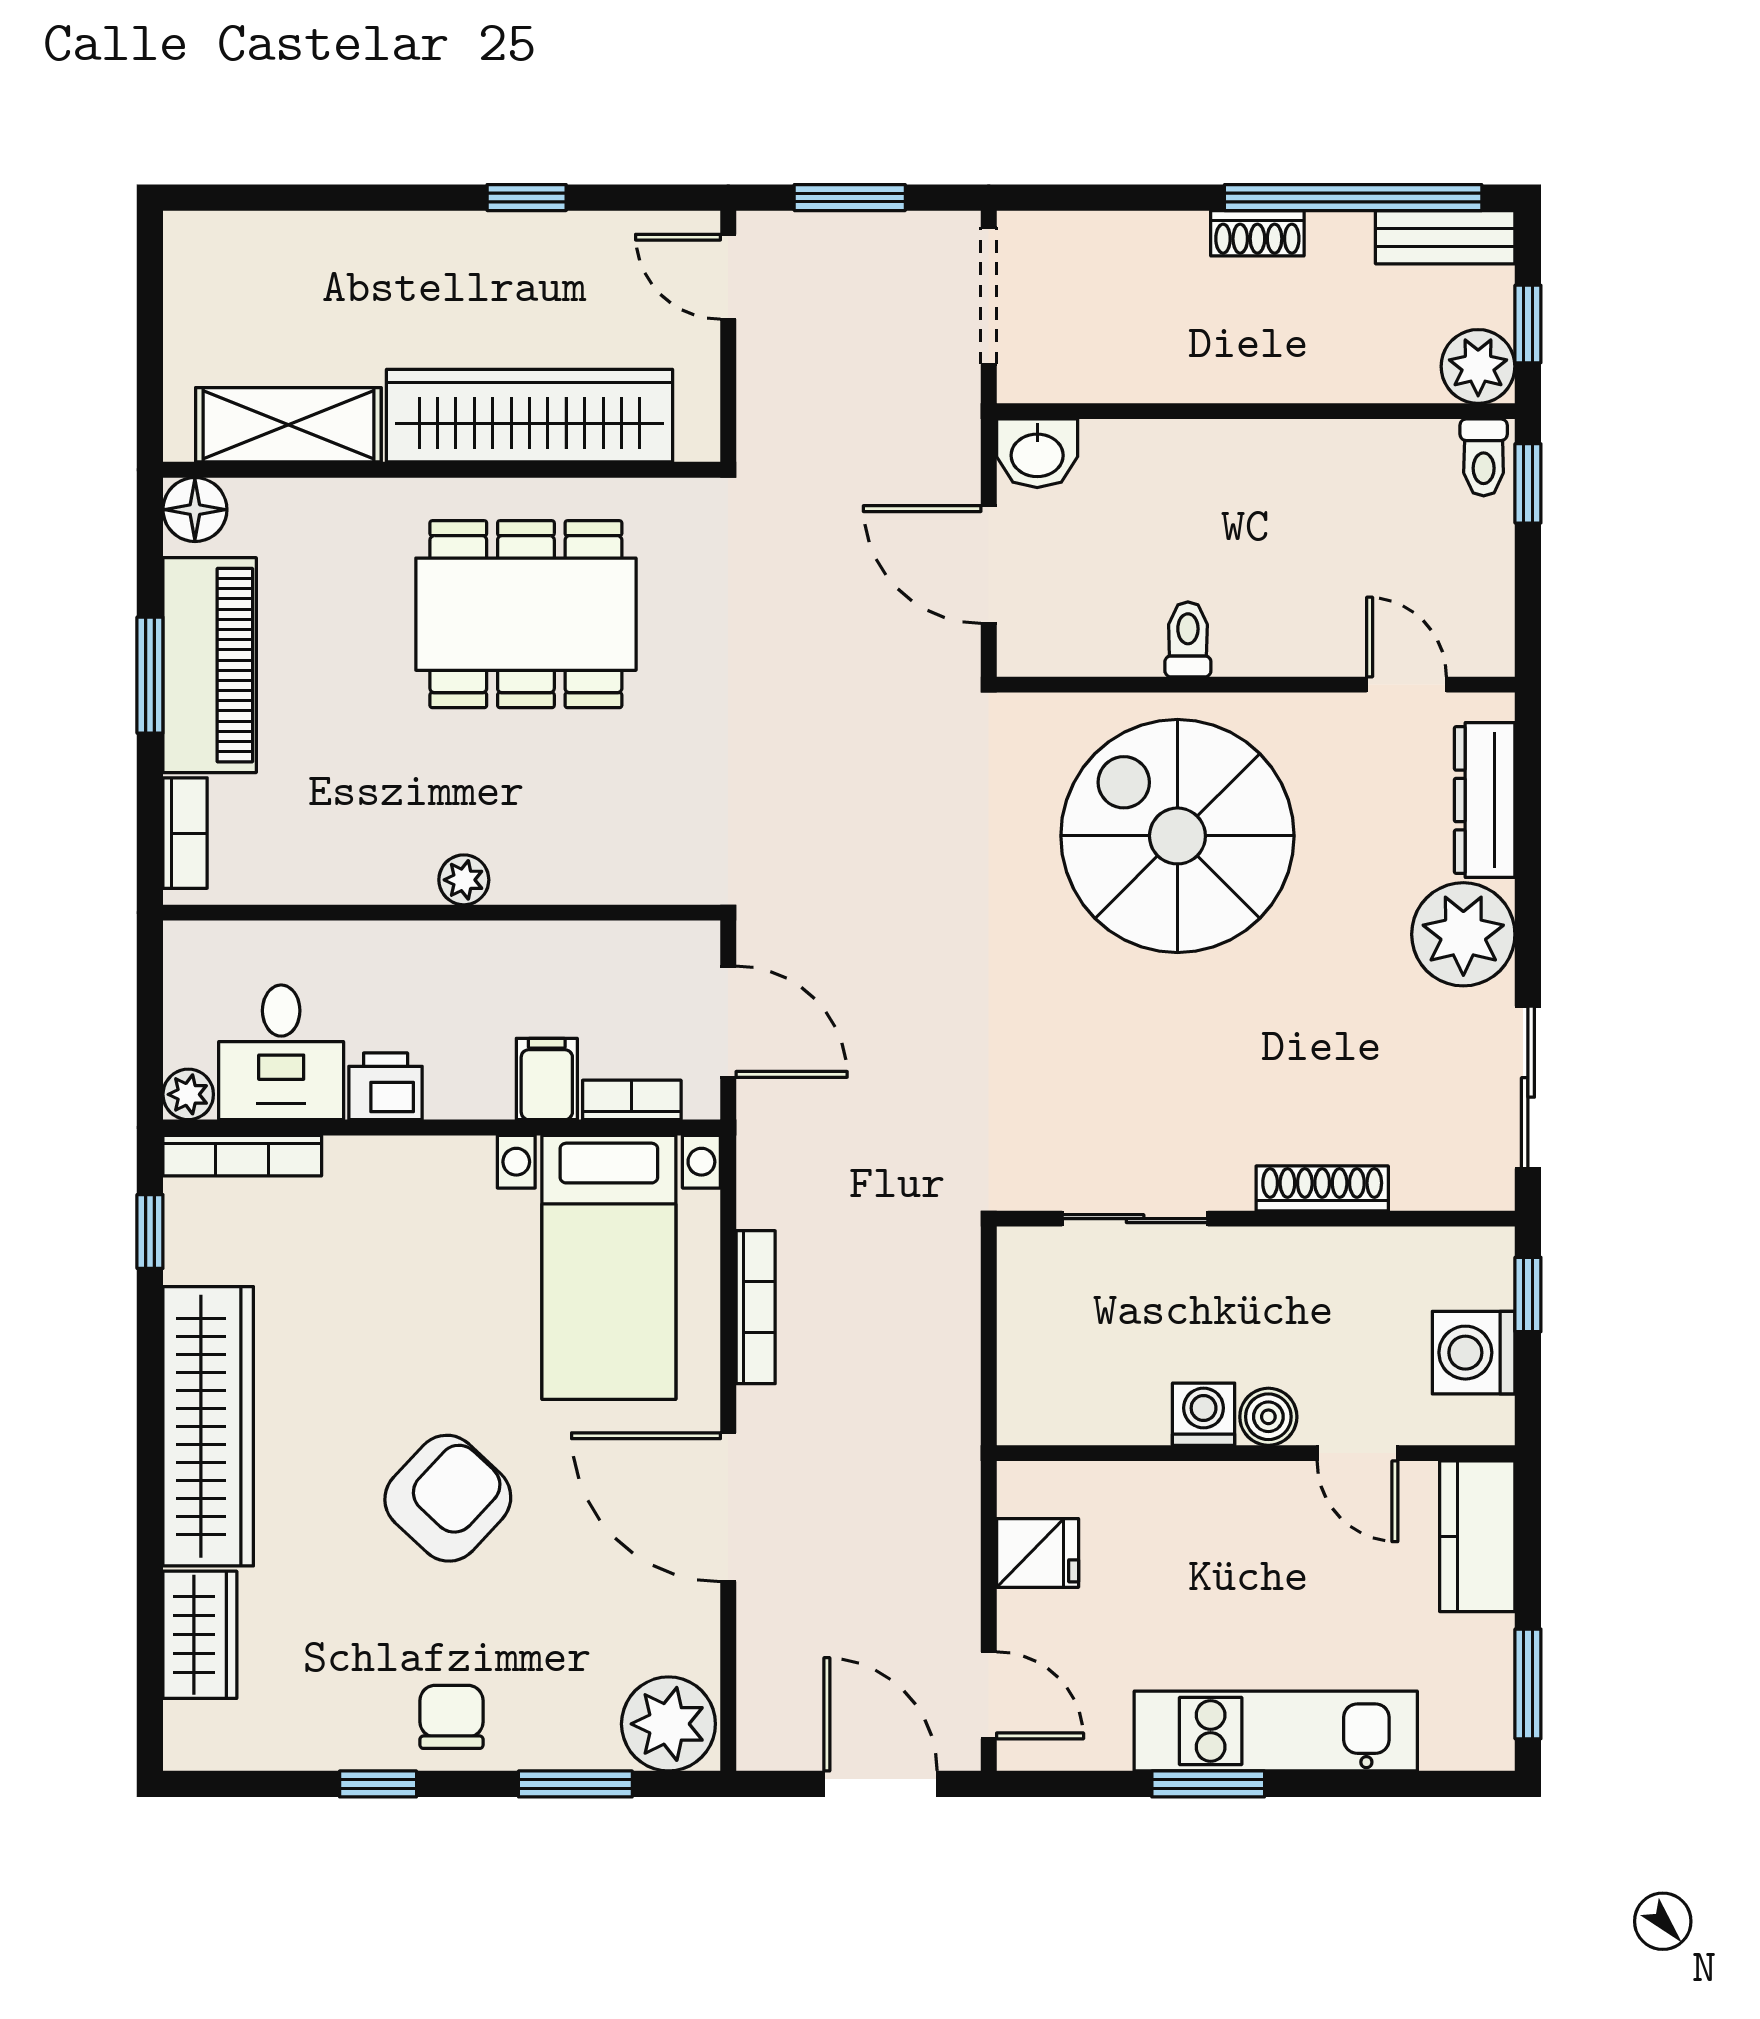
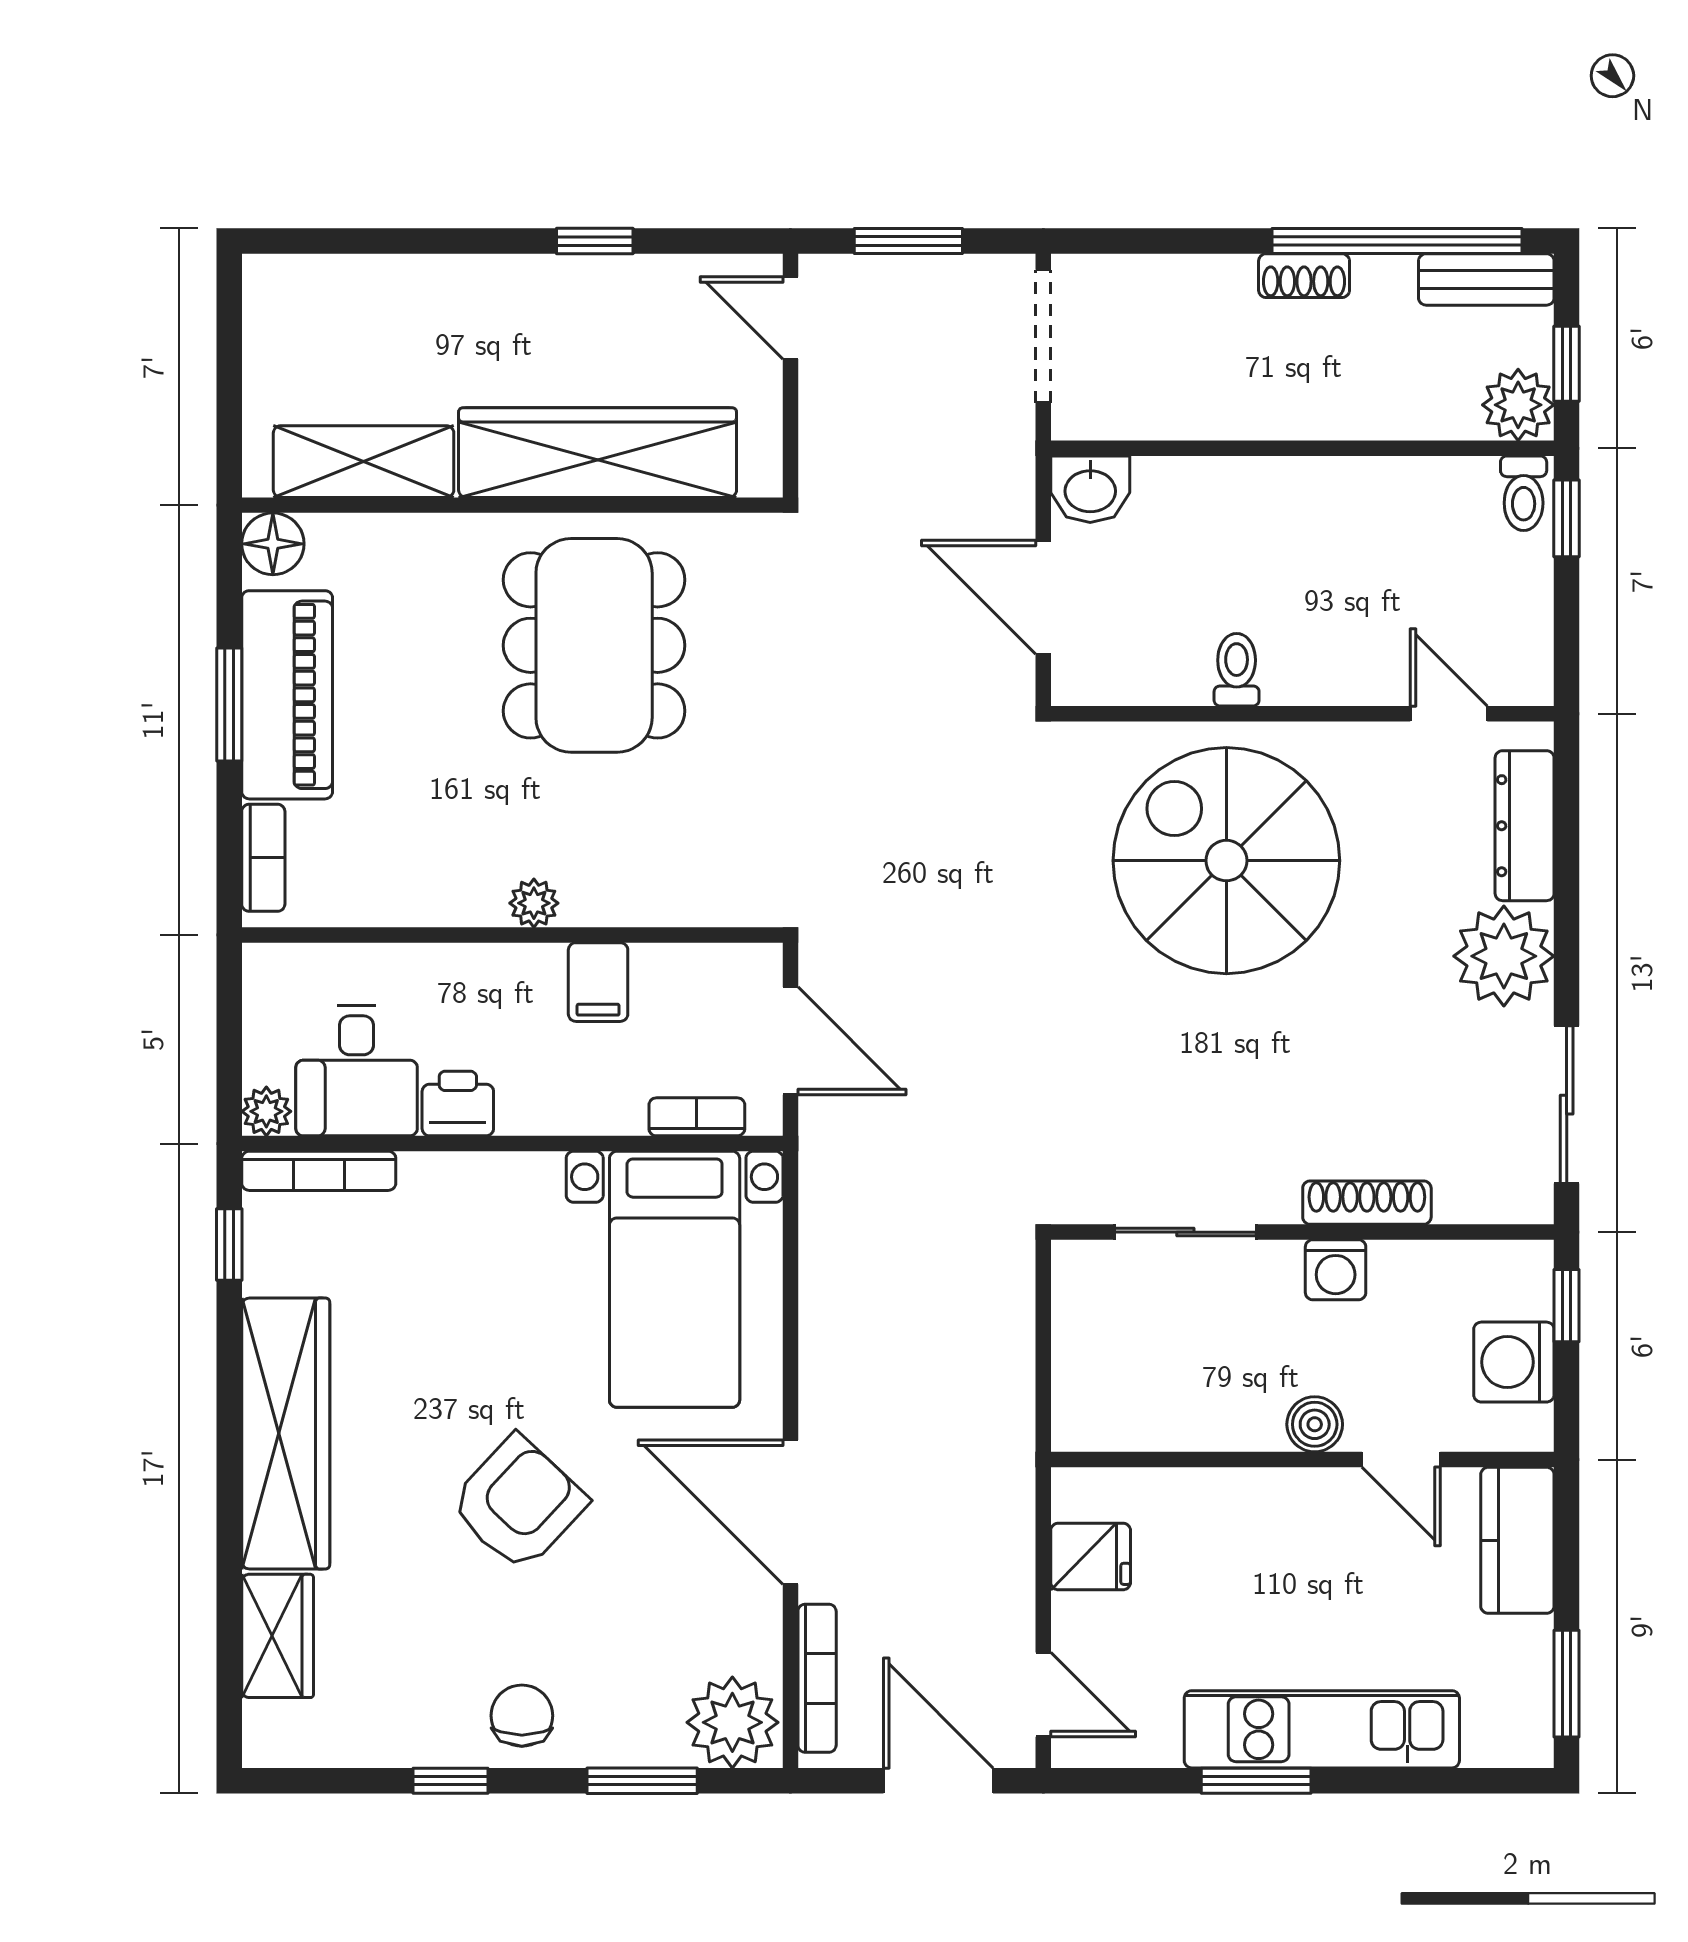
dining table: (526, 614) -> (594, 645), turned 90
filing cabinet: (547, 1079) -> (598, 982), moved, turned 180
bookcase: (756, 1307) -> (817, 1678), moved
washing machine: (1204, 1414) -> (1336, 1270), moved, turned 180

